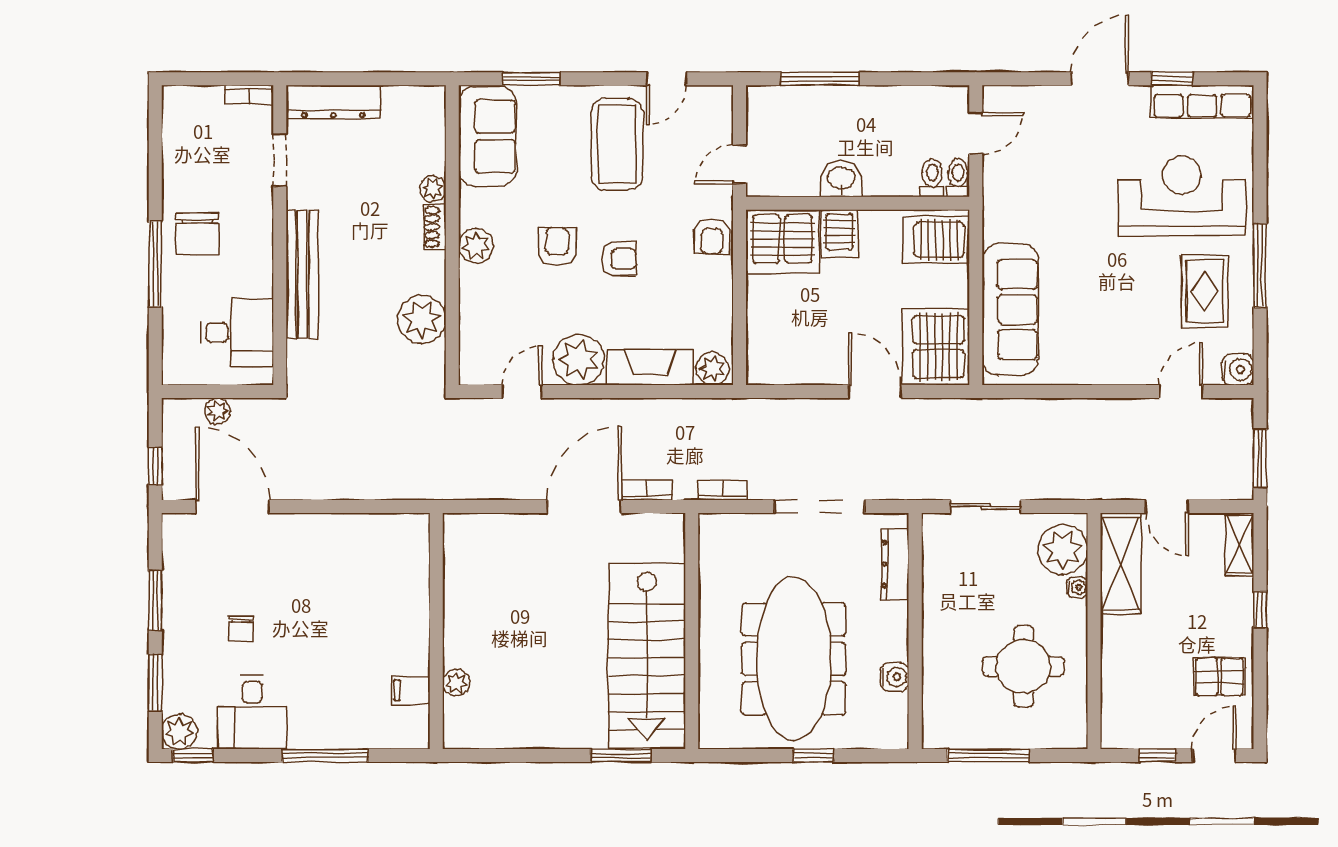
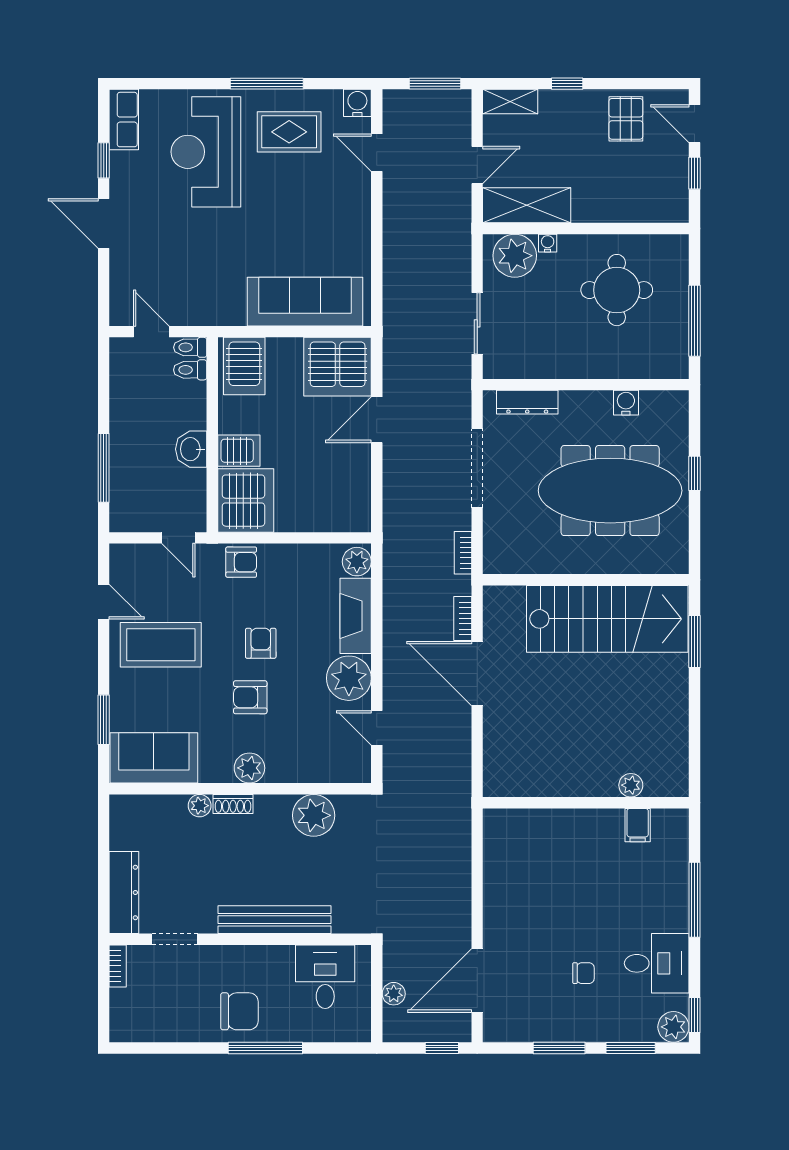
row of seats: (1202, 102) -> (124, 120), width x0.68

